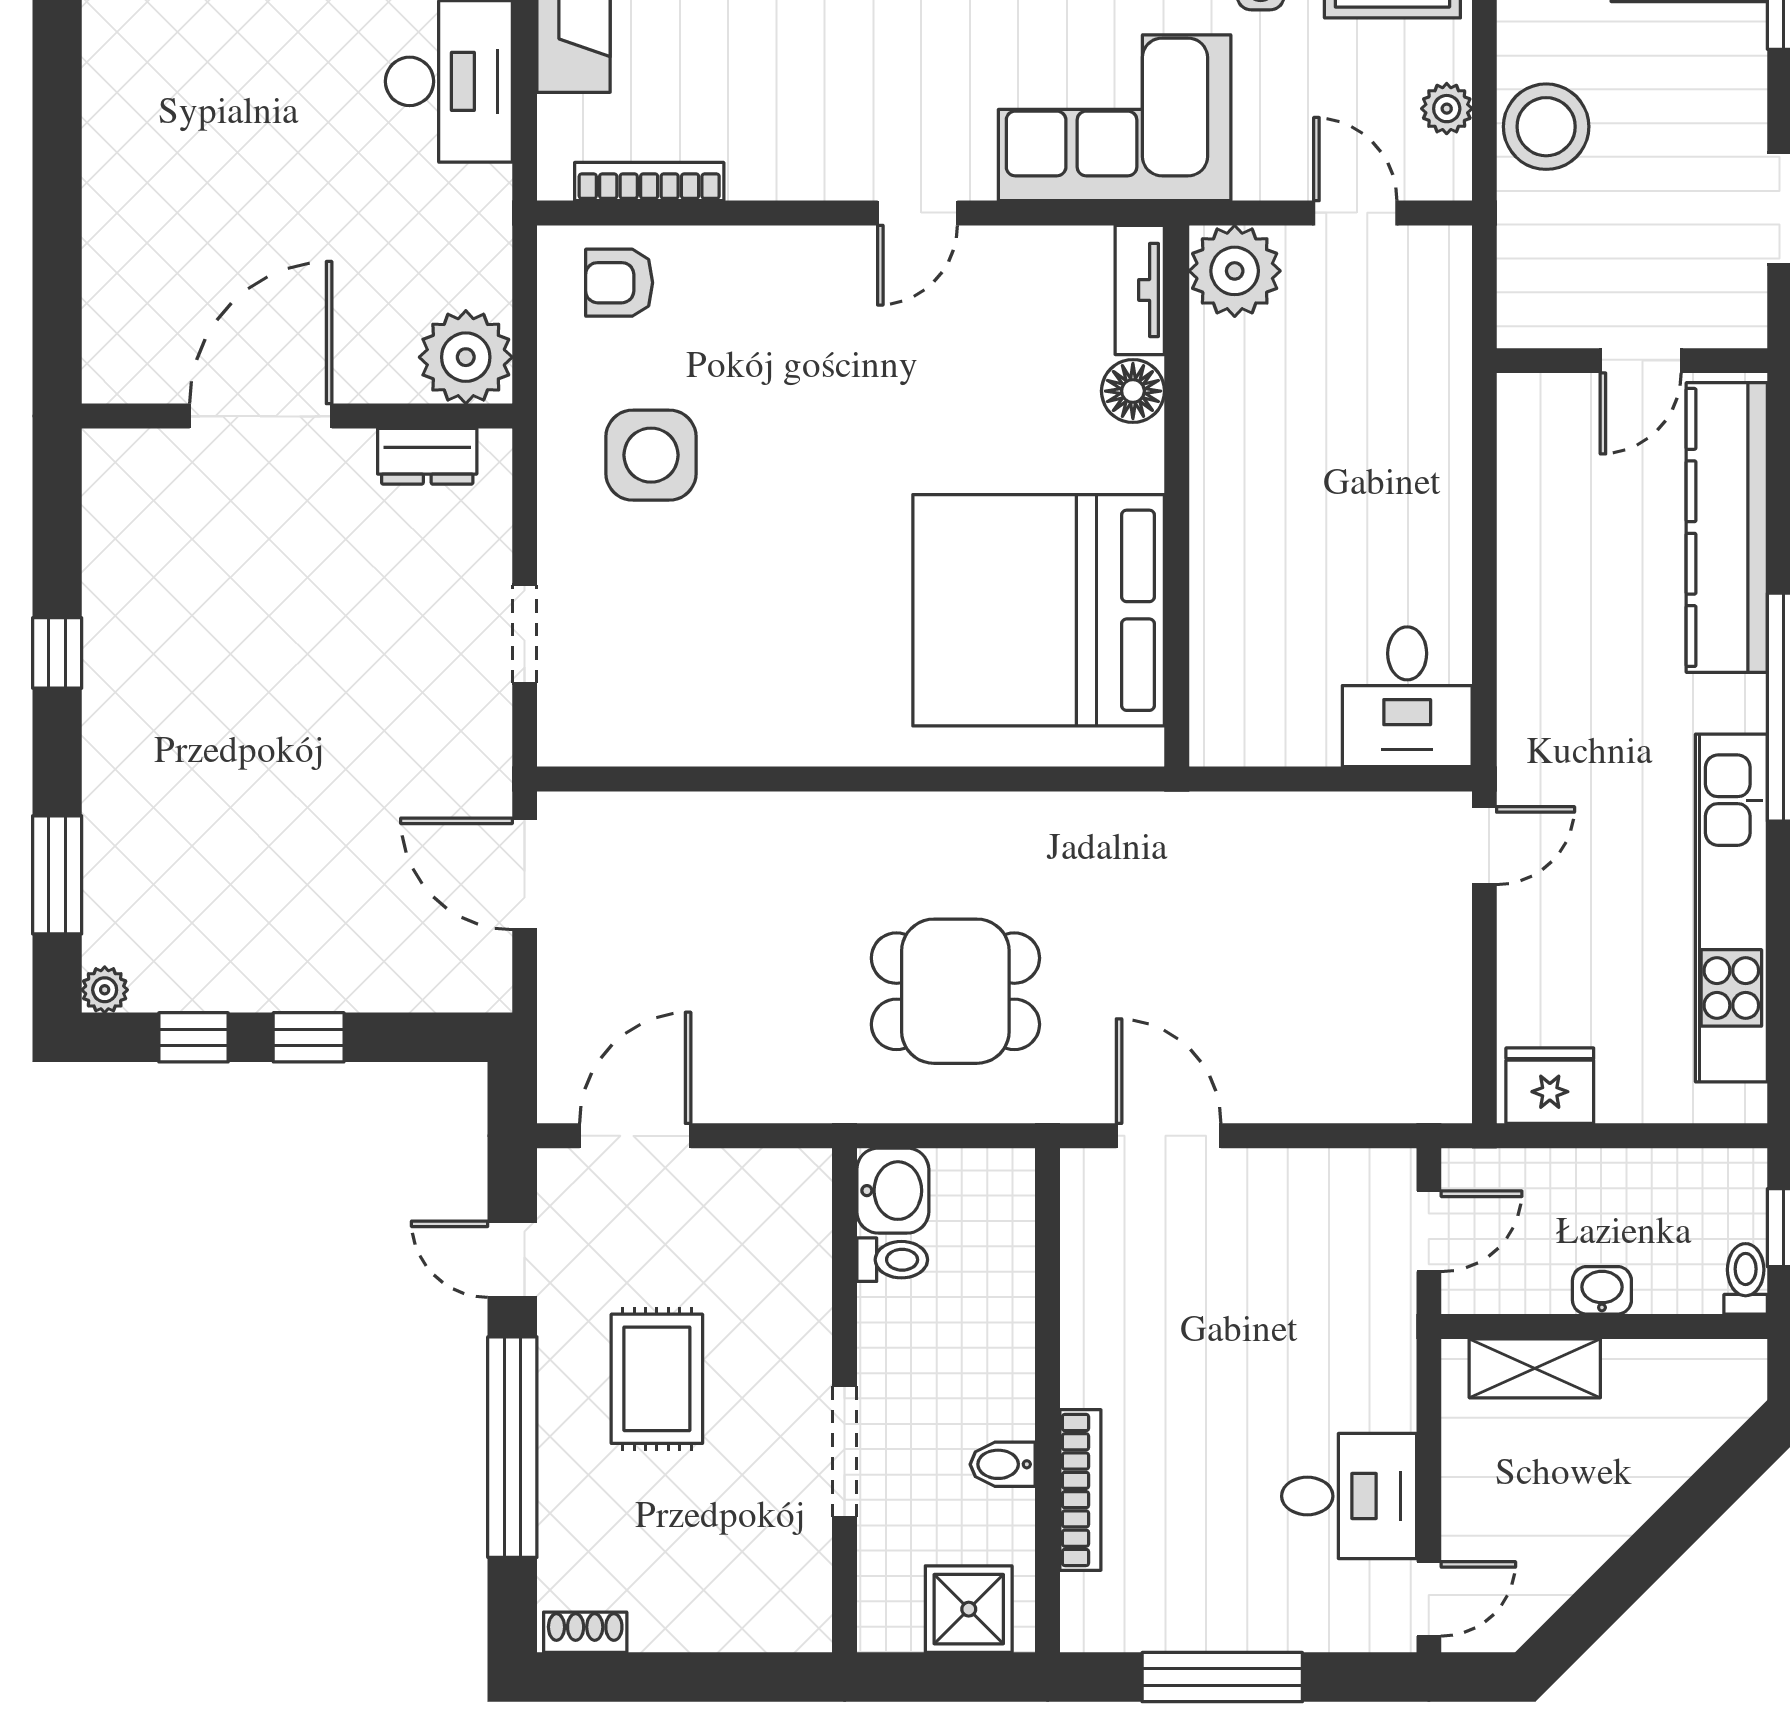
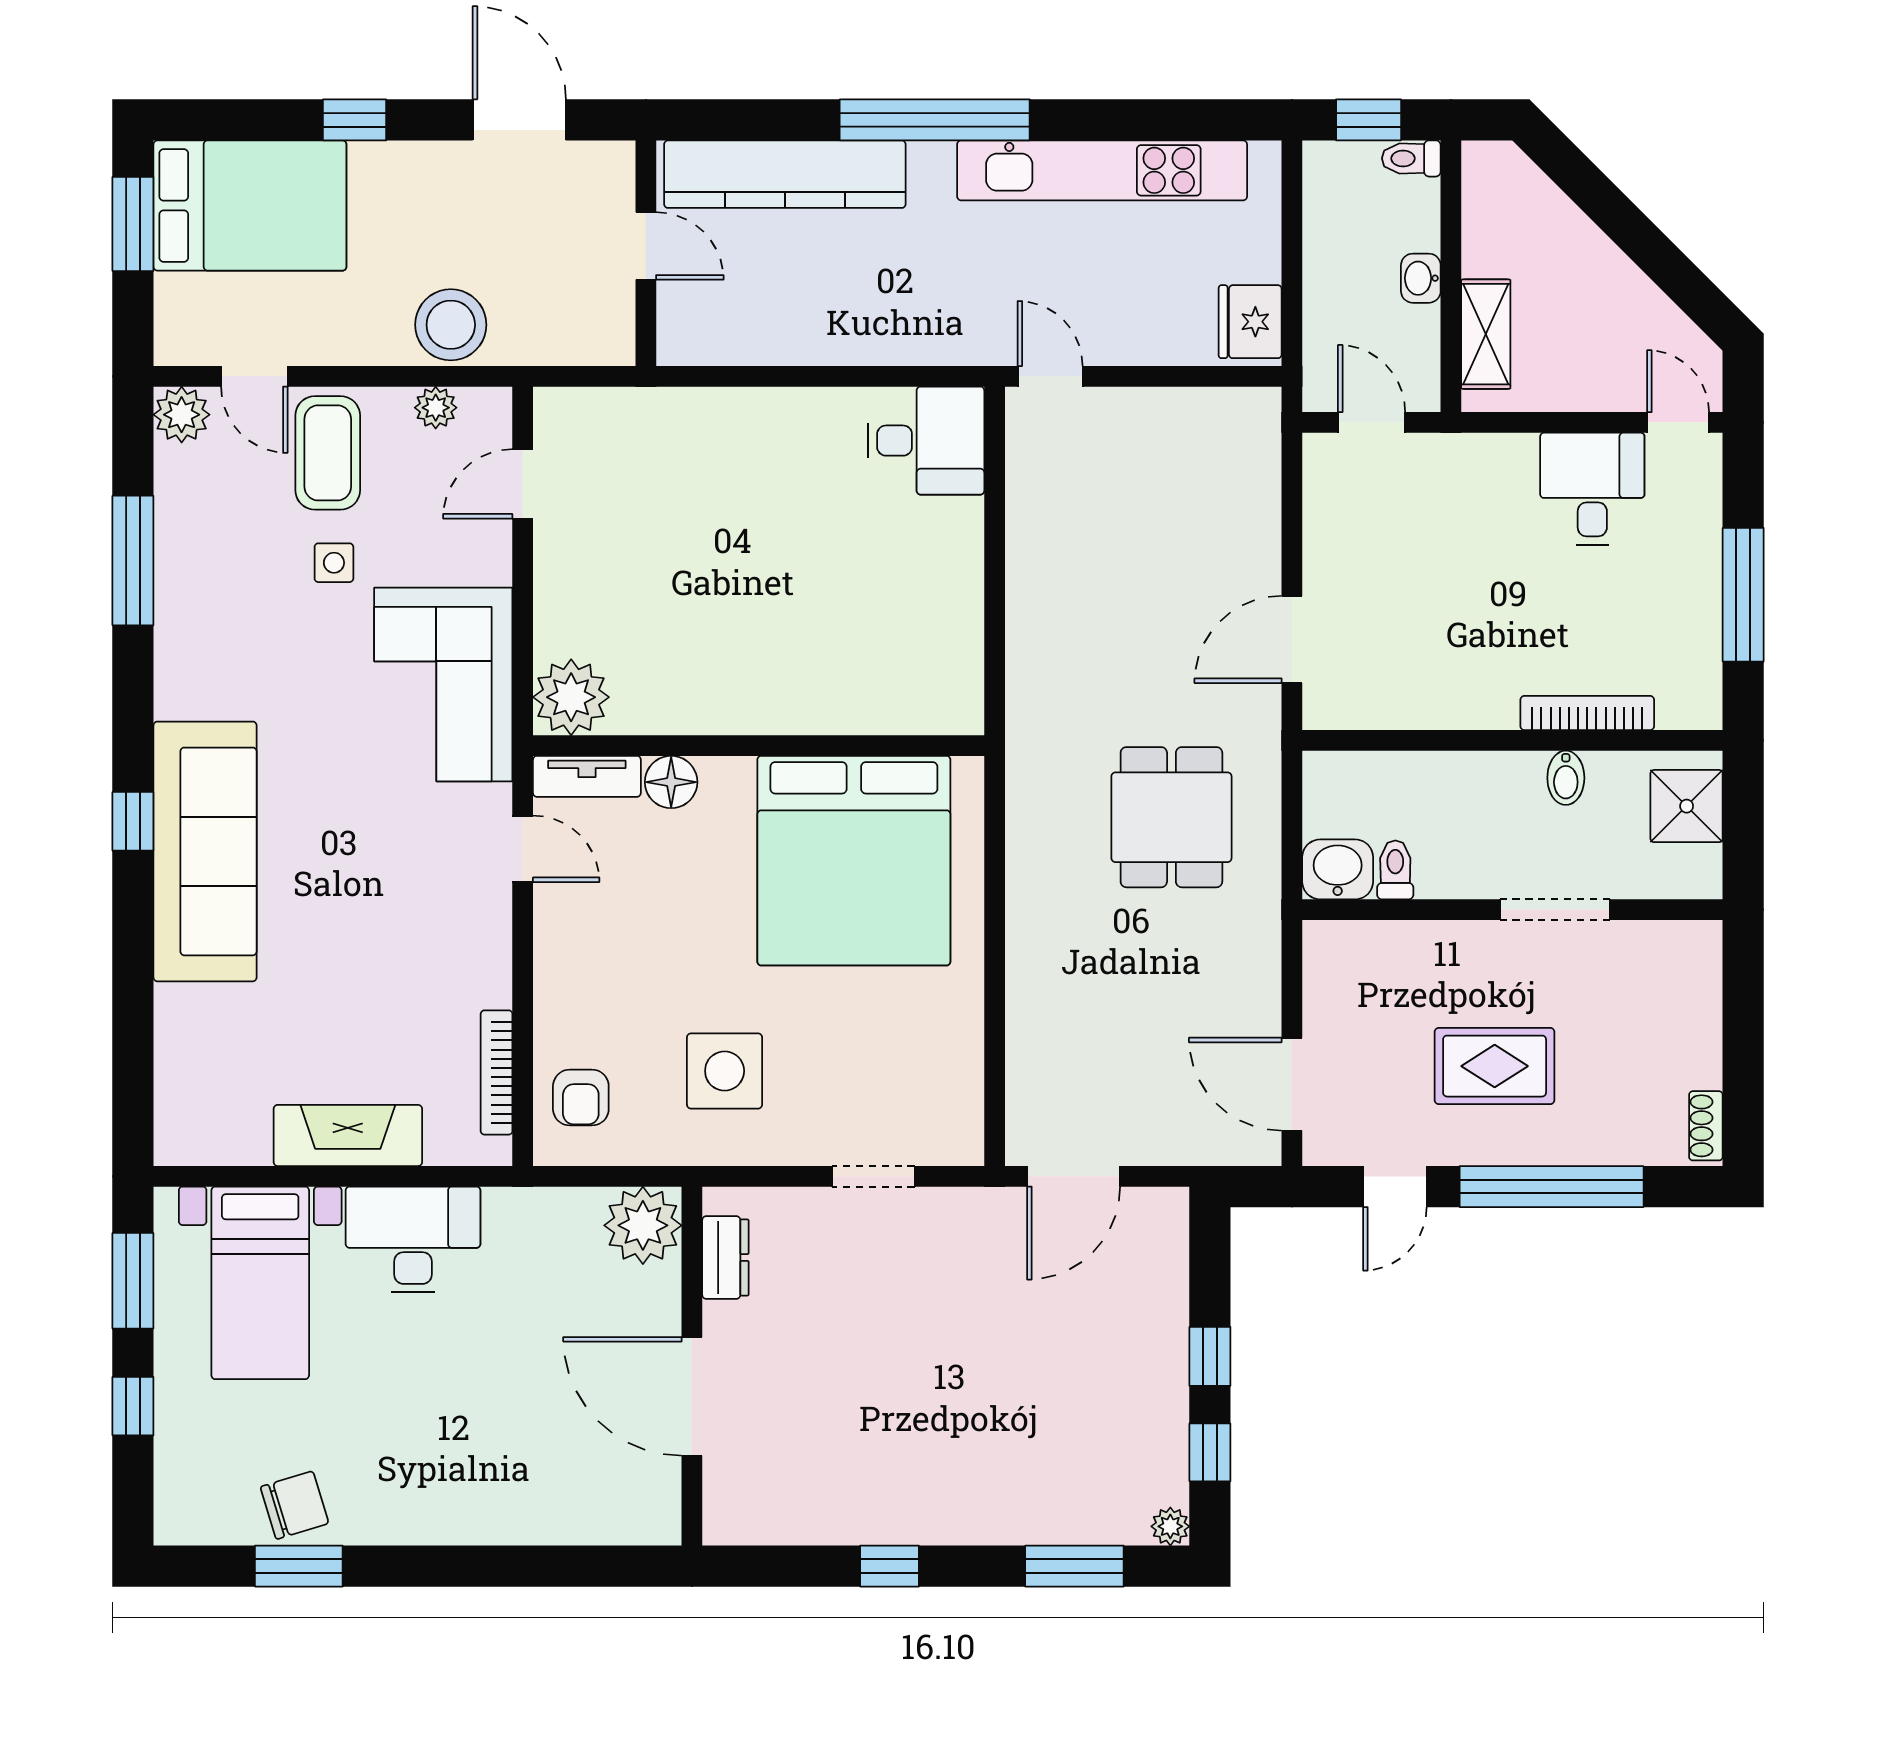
plant: (1235, 271) -> (571, 697), moved
tv unit: (1140, 290) -> (587, 776), moved
floor lamp: (1133, 391) -> (671, 782), moved
wall: (1177, 496) -> (759, 746), moved
bed: (1039, 610) -> (854, 861), moved

